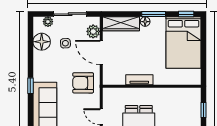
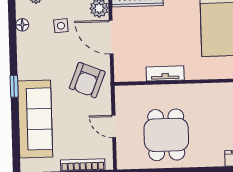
floor lamp: (42, 42) -> (22, 25), width x0.53, depth x0.53
armchair: (83, 83) -> (87, 80), turned -68

